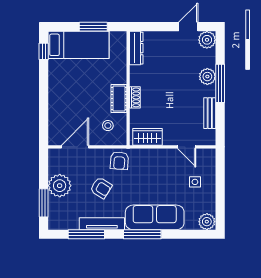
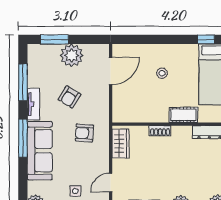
cot: (119, 99) -> (184, 115), moved
stool: (108, 126) -> (162, 73), moved
door: (75, 147) -> (111, 71), hinge flipped
armchair: (119, 161) -> (84, 133), moved
tv unit: (102, 224) -> (33, 104), width x0.71

